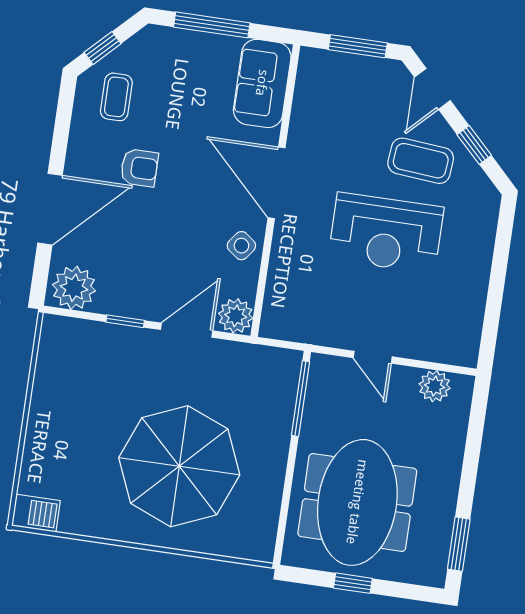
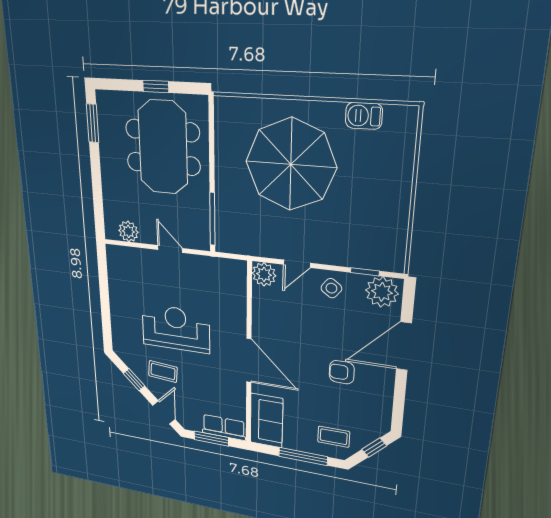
row of seats: (334, 67) -> (224, 427), added
coffee table: (116, 97) -> (334, 437), moved, turned 90
coffee table: (421, 161) -> (163, 372), width x0.73, depth x0.77
side table: (241, 246) -> (331, 288), moved
window: (125, 321) -> (365, 272), moved
door: (187, 330) -> (297, 264), width x0.73
barbecue: (36, 513) -> (364, 116), moved

